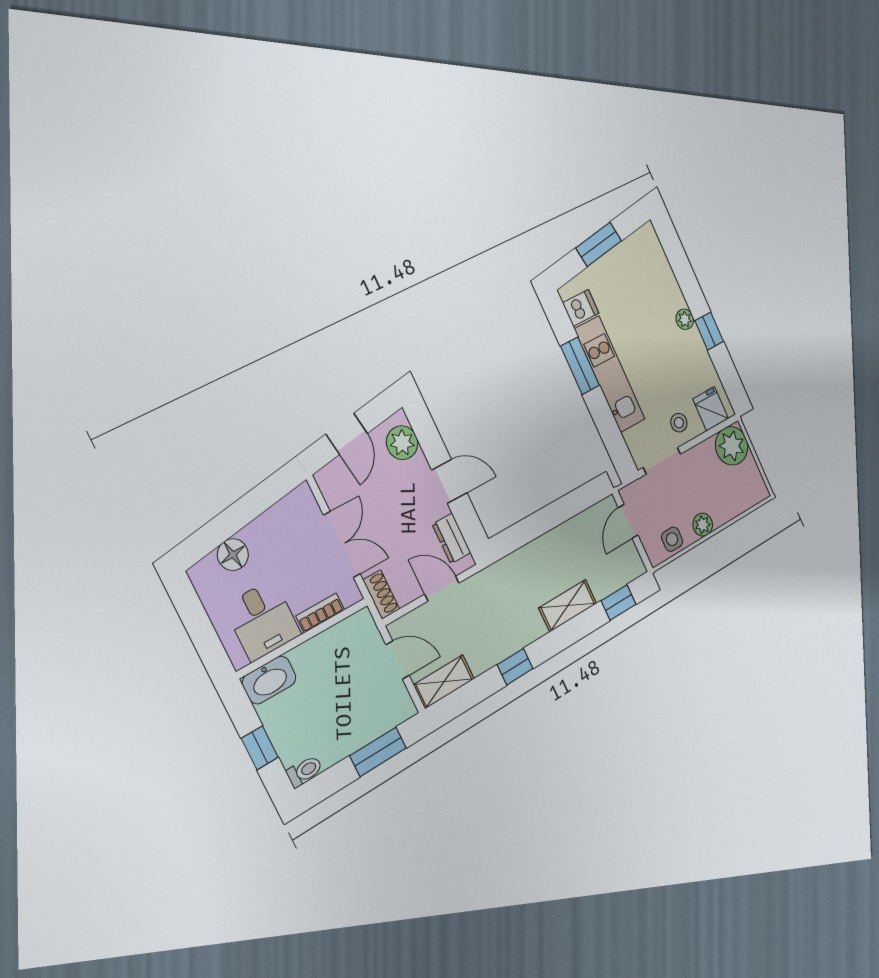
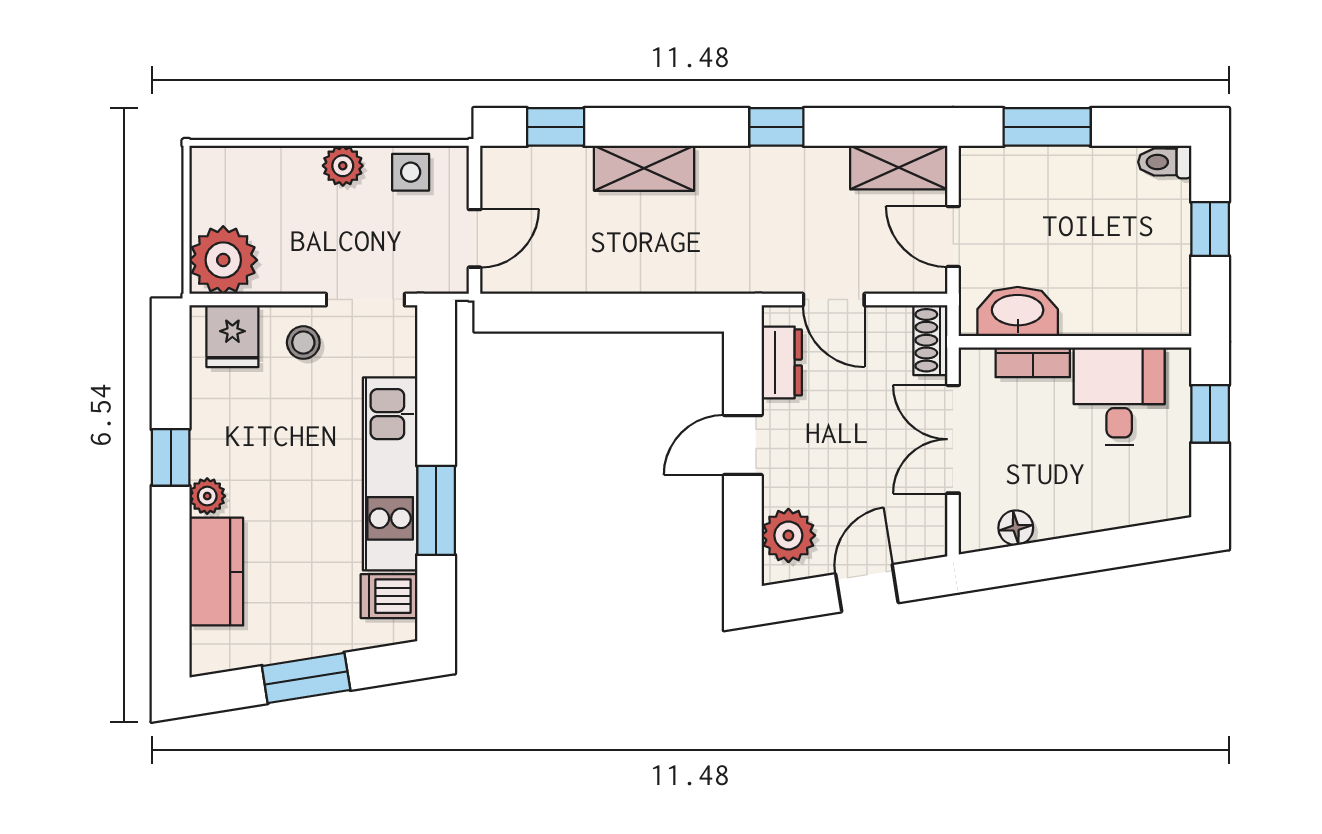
kitchen counter: (663, 281) -> (216, 572), added
door: (449, 481) -> (743, 445), hinge flipped
floor lamp: (233, 555) -> (1016, 528), moved, width x0.73, depth x0.73
window: (205, 639) -> (1210, 414), added
washbasin: (269, 680) -> (1018, 312), moved

